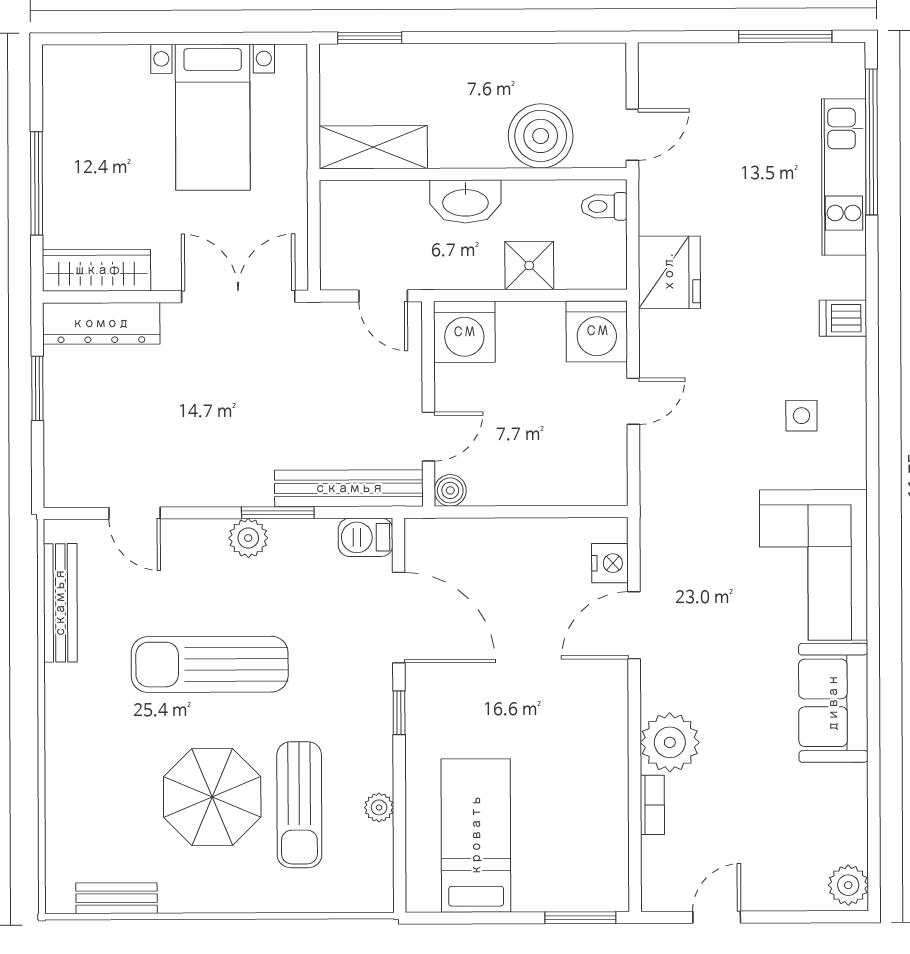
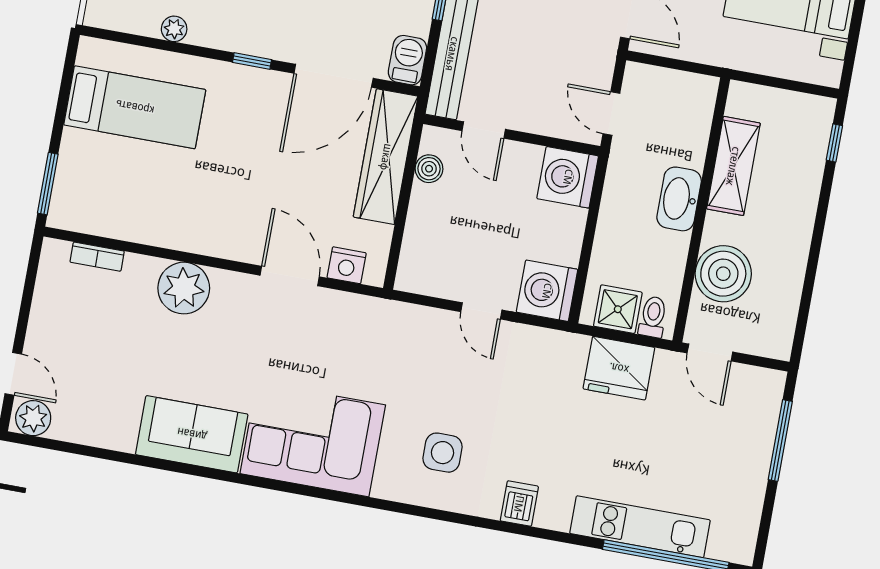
window: (785, 36) -> (780, 440), moved
window: (370, 38) -> (834, 143), width x0.67
shelving: (373, 147) -> (733, 166), moved
shower: (529, 265) -> (618, 309), moved
fridge: (669, 272) -> (619, 368), moved
door: (383, 296) -> (611, 114), hinge flipped
side table: (801, 416) -> (442, 453), width x1.37, depth x1.37
boiler: (450, 490) -> (429, 169), moved
wardrobe: (479, 542) -> (386, 157), added
bookcase: (652, 805) -> (97, 257), moved
door: (717, 917) -> (13, 374), moved

